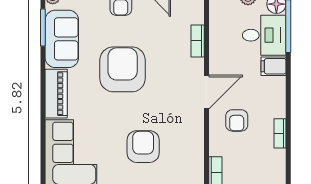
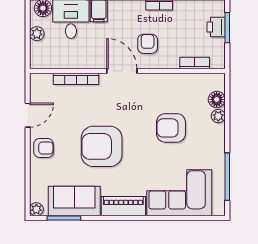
bookcase: (198, 41) -> (76, 79), width x1.56
armchair: (237, 120) -> (148, 44), turned -90

